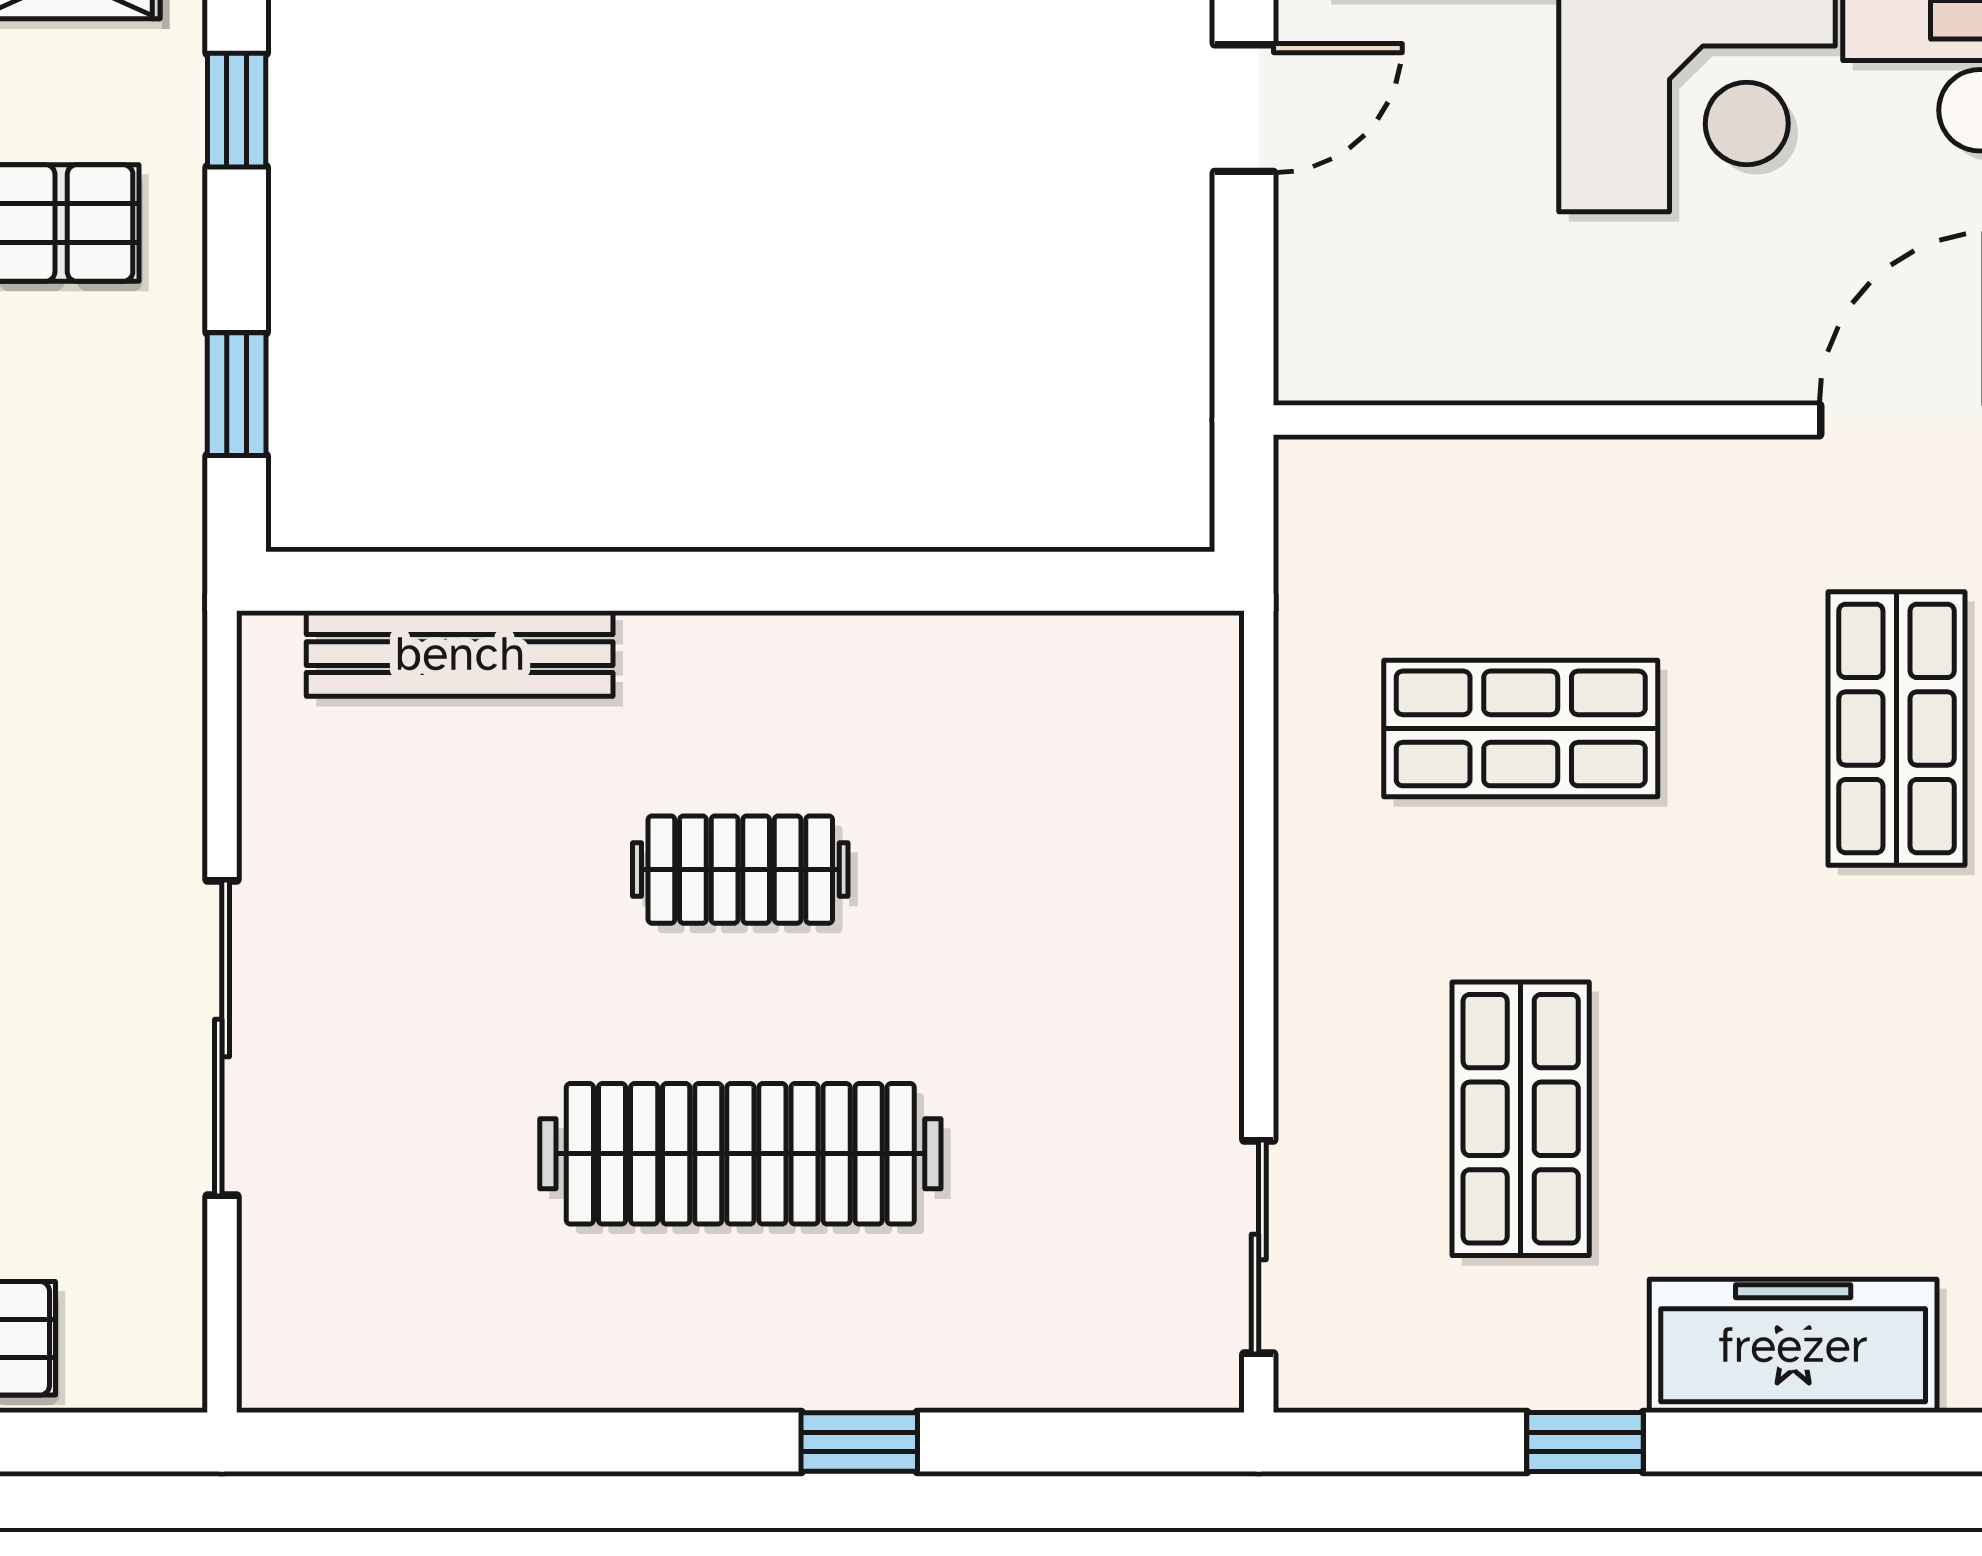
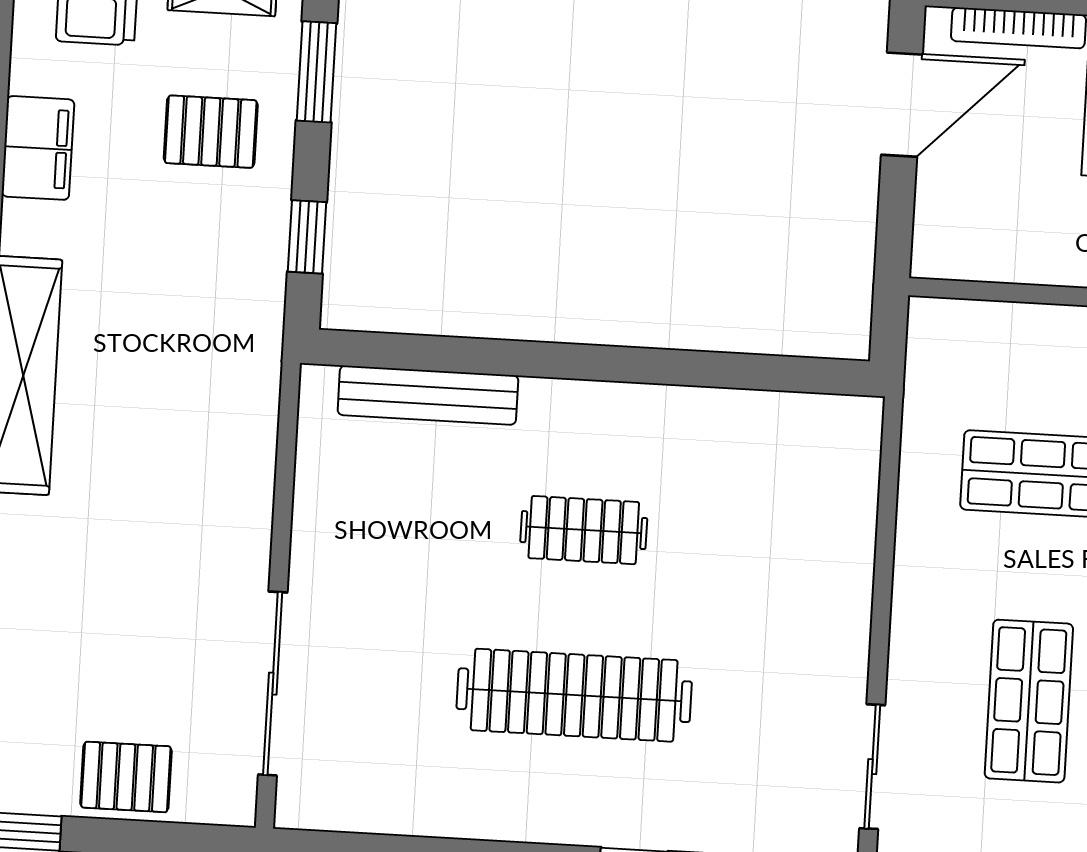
door: (1244, 108) -> (902, 105), width x1.38
window: (237, 110) -> (317, 72), width x1.50
sliding door: (222, 1038) -> (273, 684), moved

